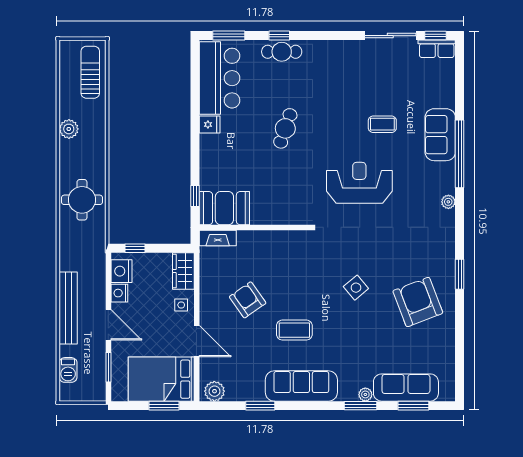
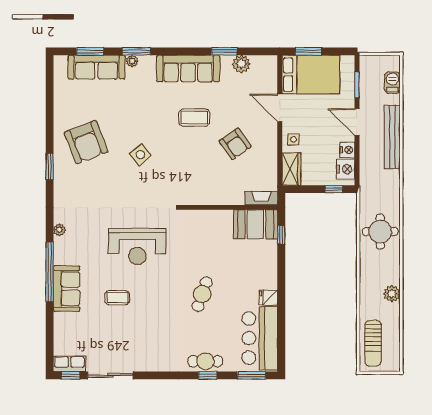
plant: (214, 391) -> (241, 64), moved

